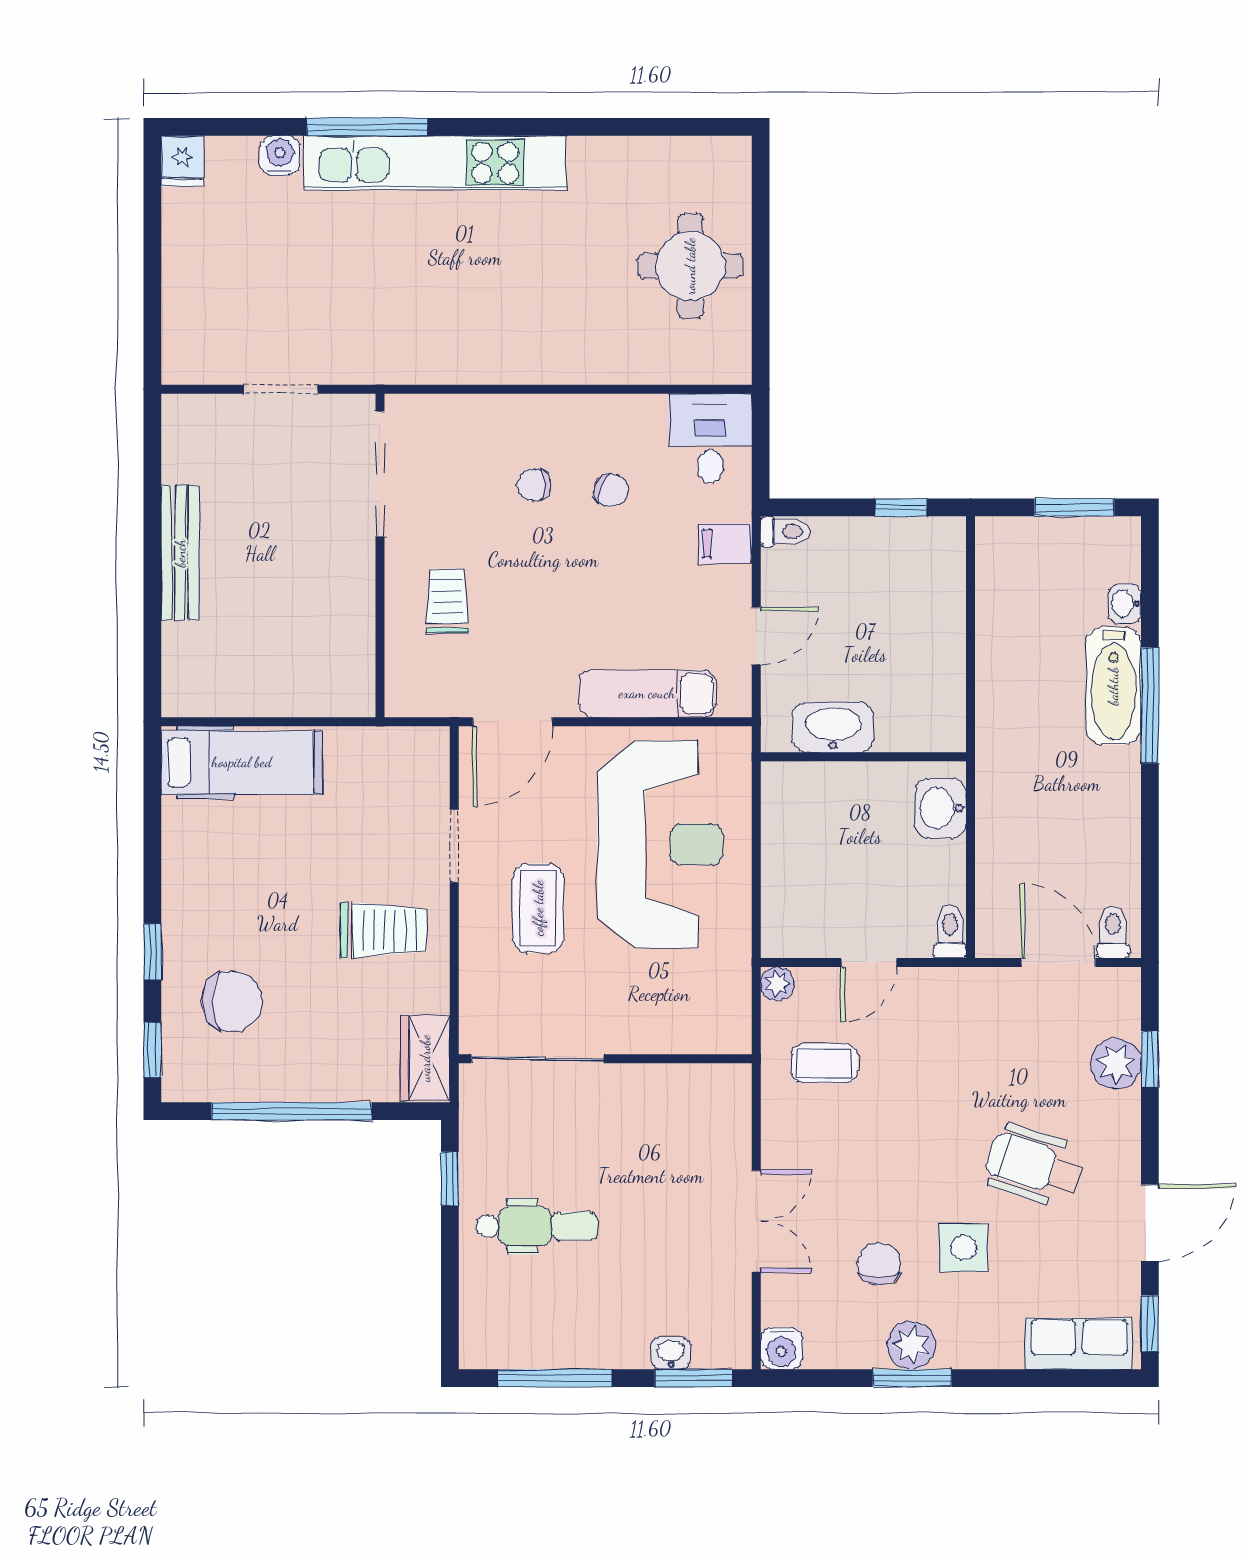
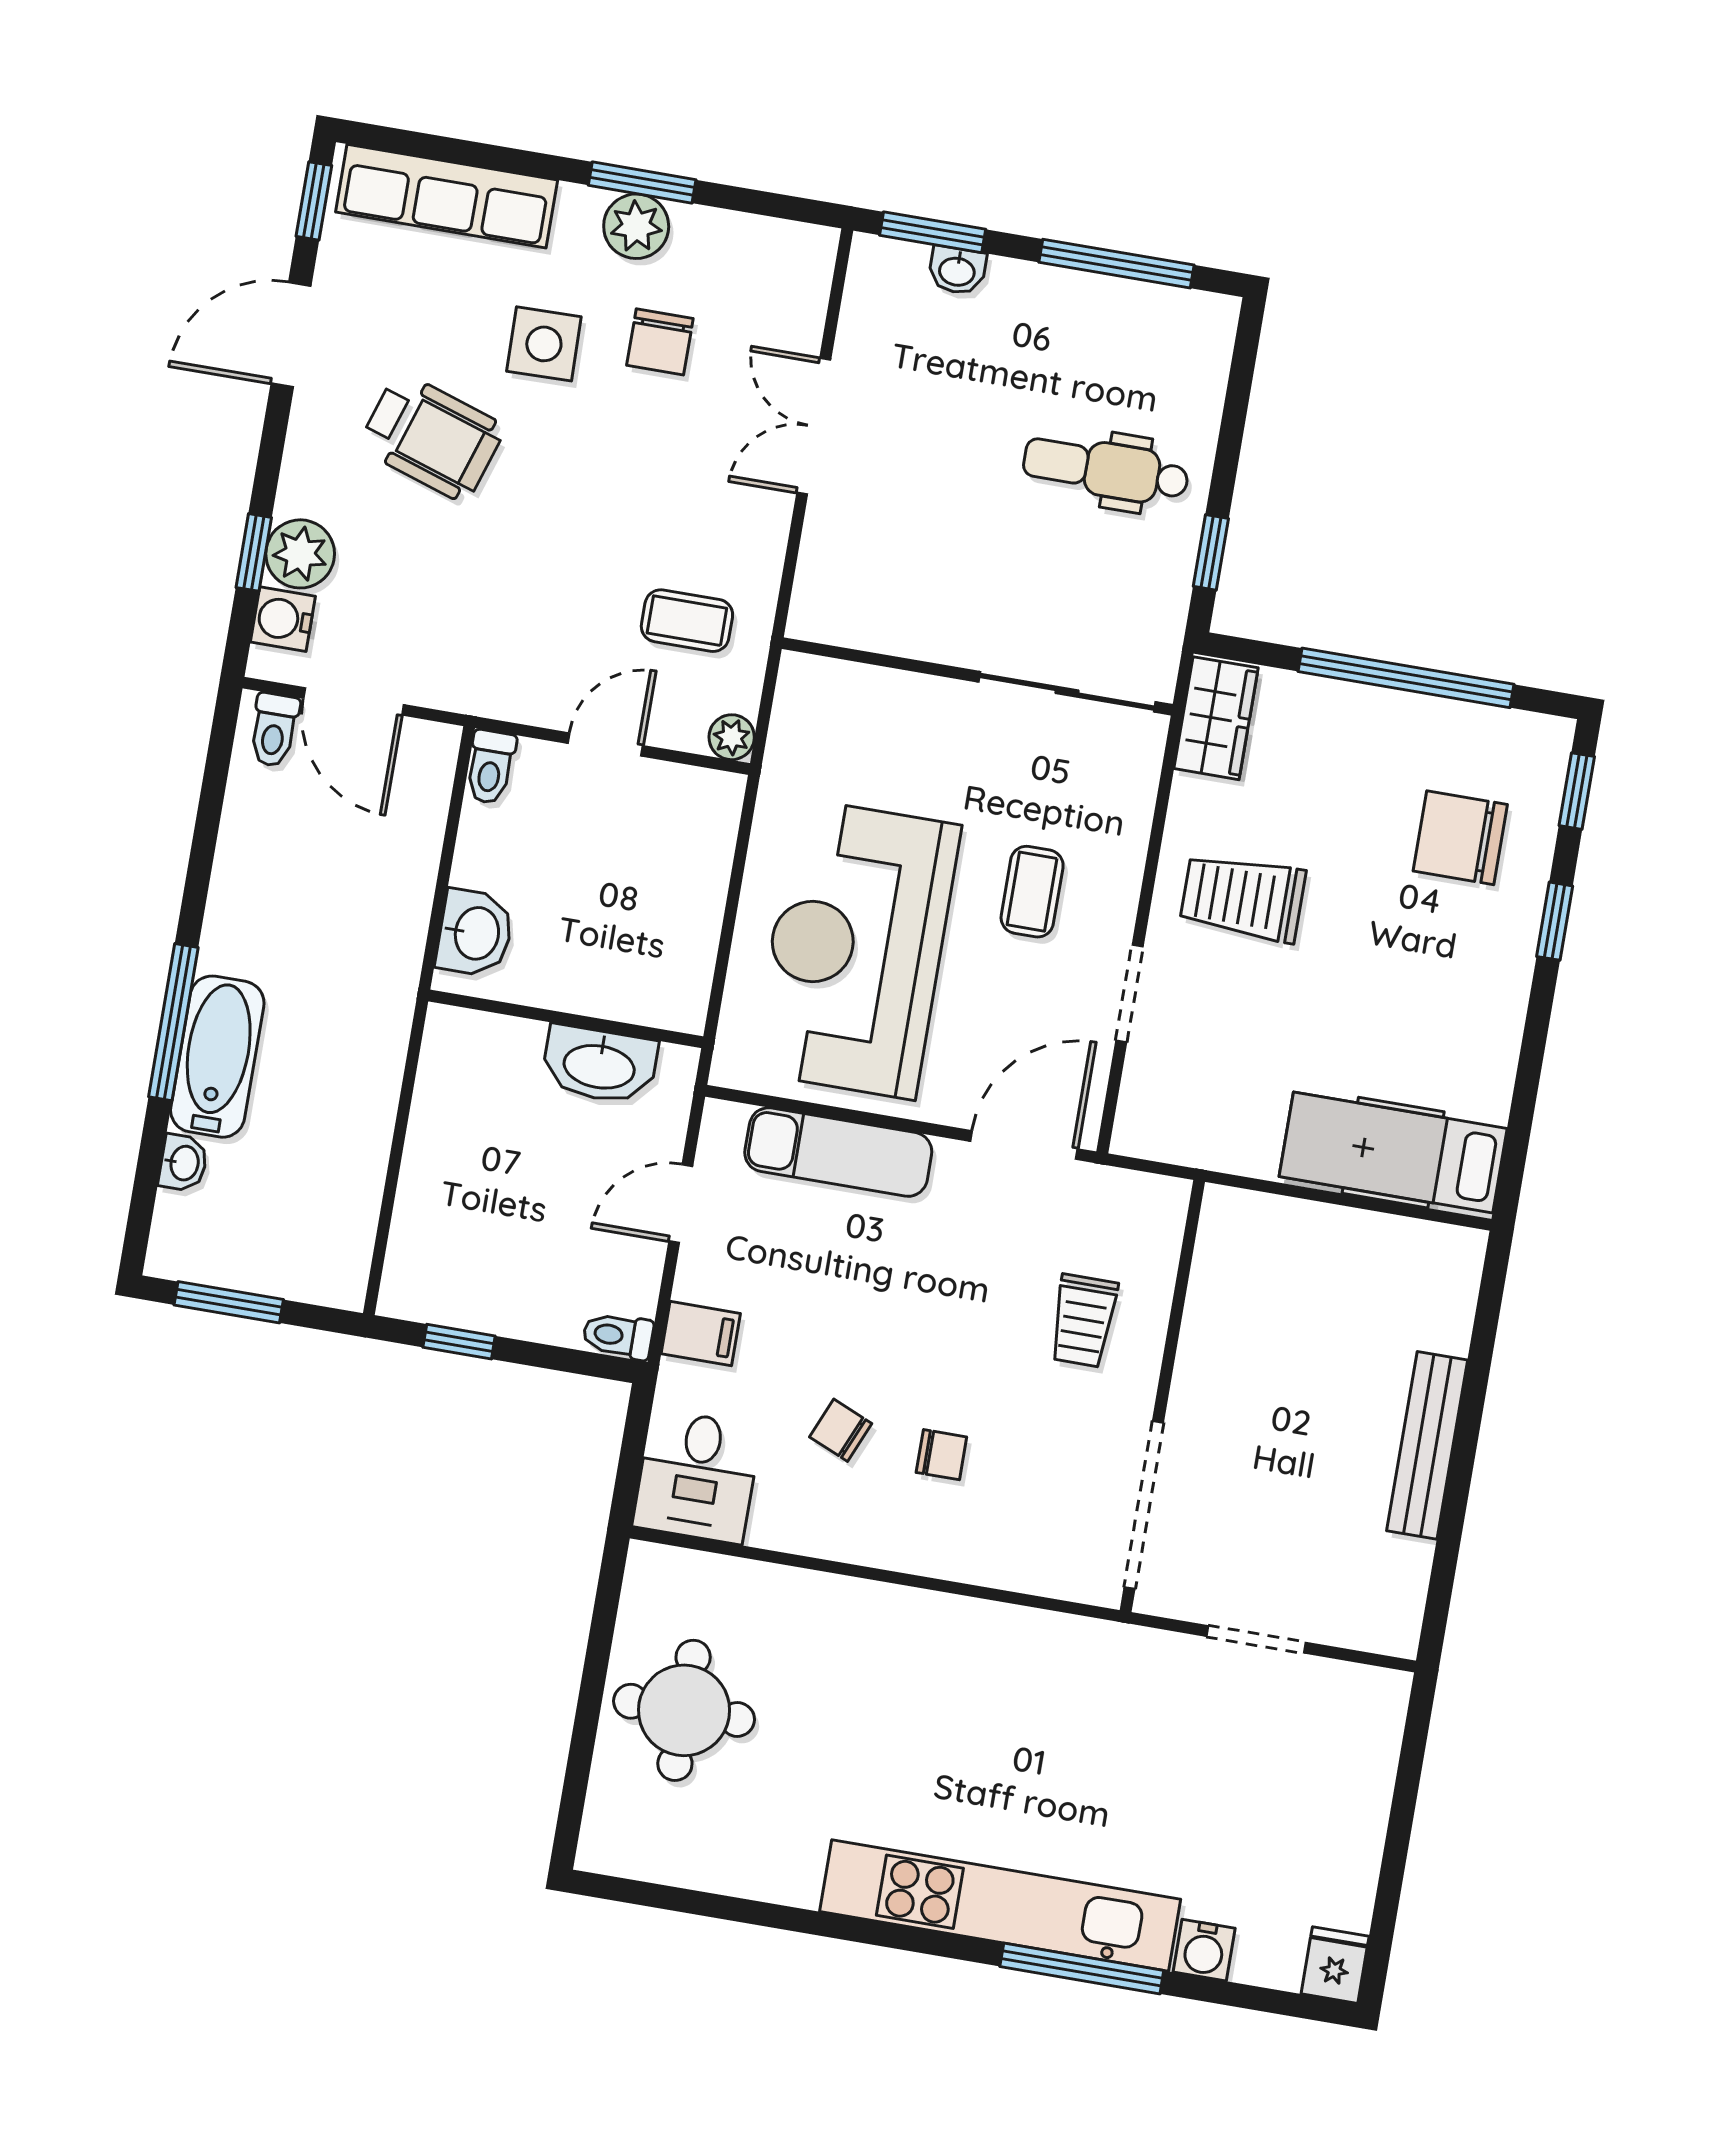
coffee table: (538, 908) -> (1032, 892), width x0.73, depth x0.77
row of seats: (1079, 1344) -> (447, 196), width x1.48
water cooler: (781, 1348) -> (283, 619), moved, turned -90

